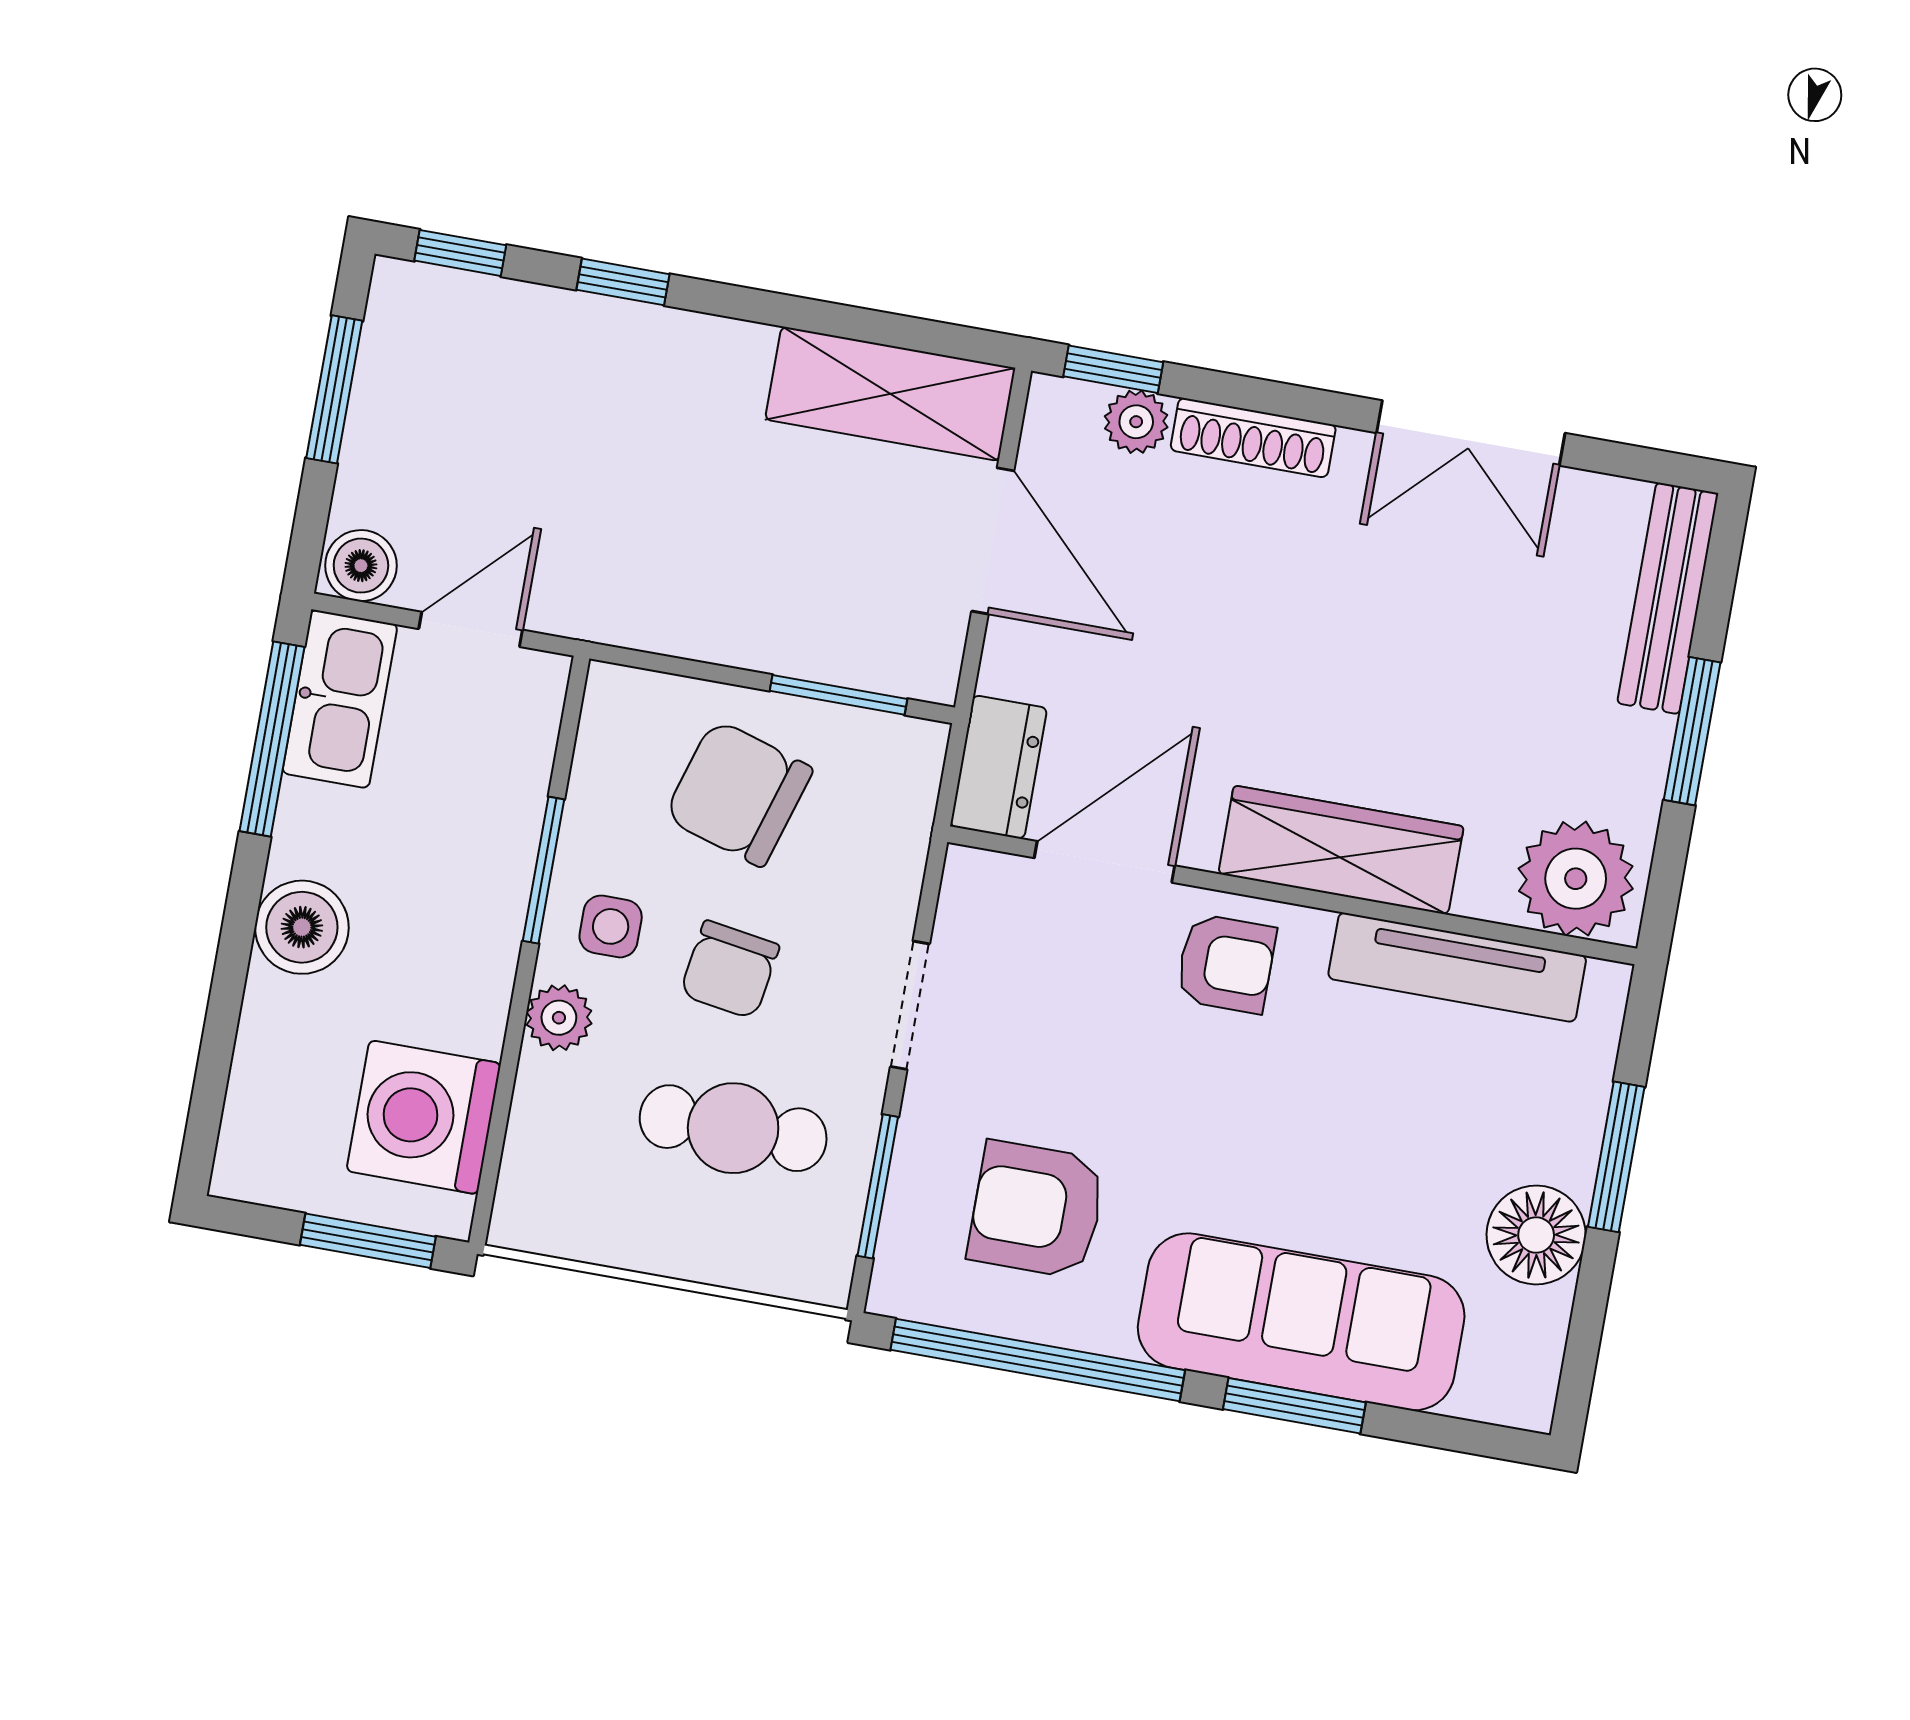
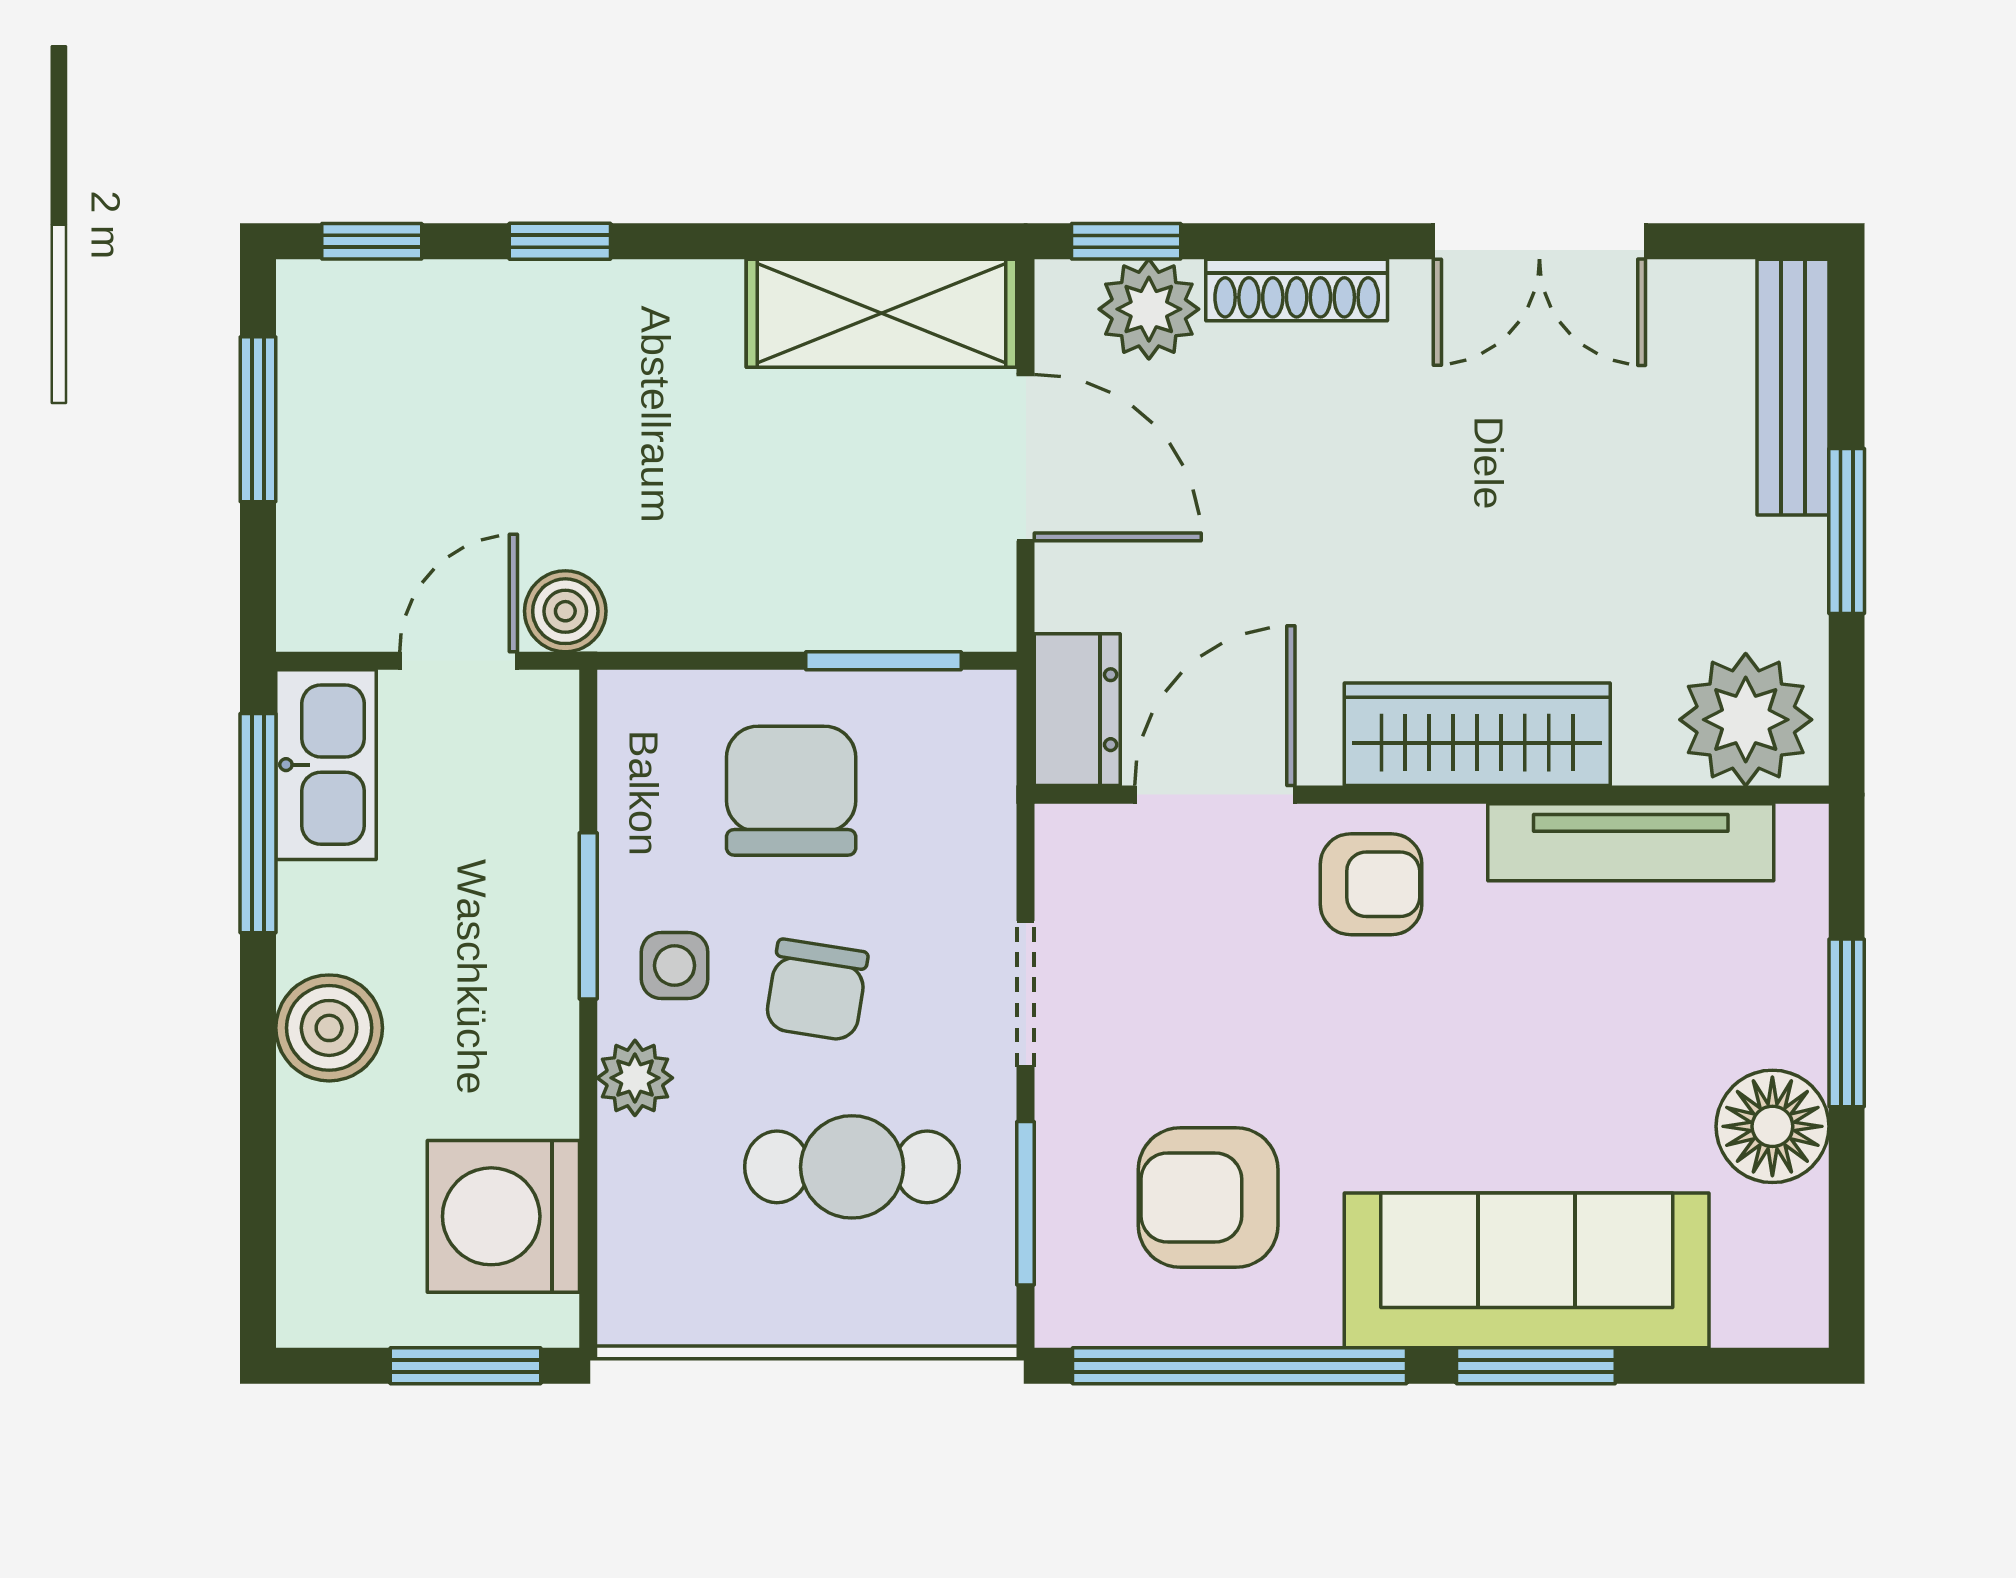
plant: (1136, 422) -> (1149, 309), width x1.38, depth x1.38
boiler: (361, 566) -> (565, 611), moved
chair: (738, 793) -> (791, 791), turned 73

